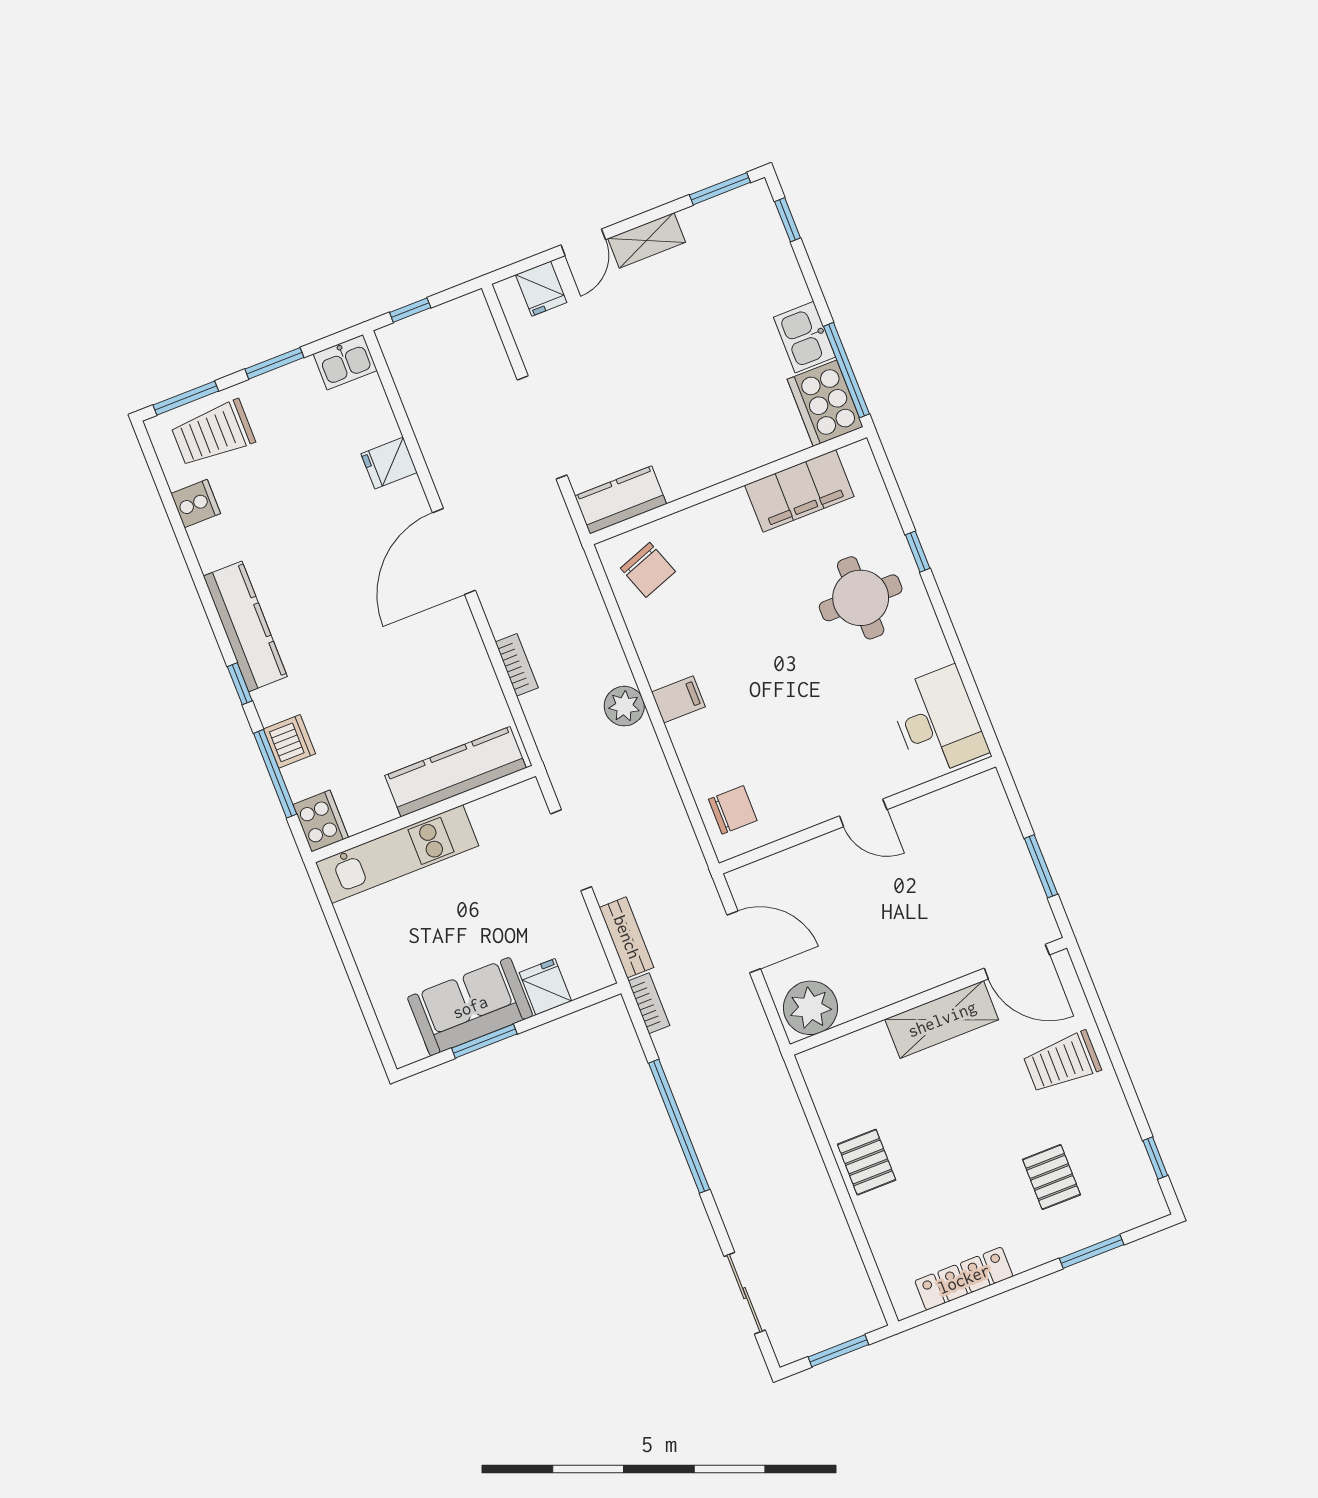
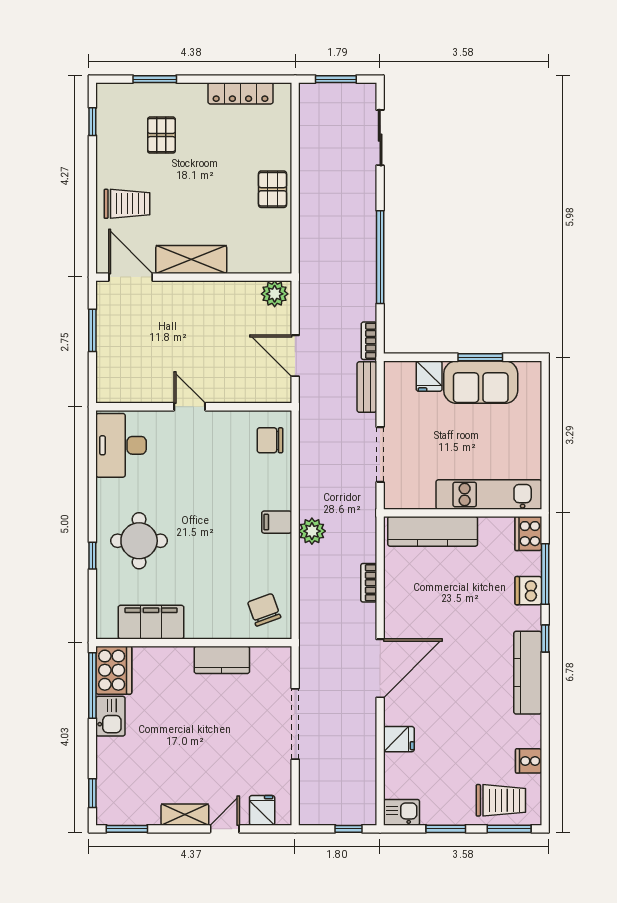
kitchen counter: (621, 500) -> (222, 660), moved
plant: (811, 1008) -> (275, 294), width x0.73, depth x0.73

